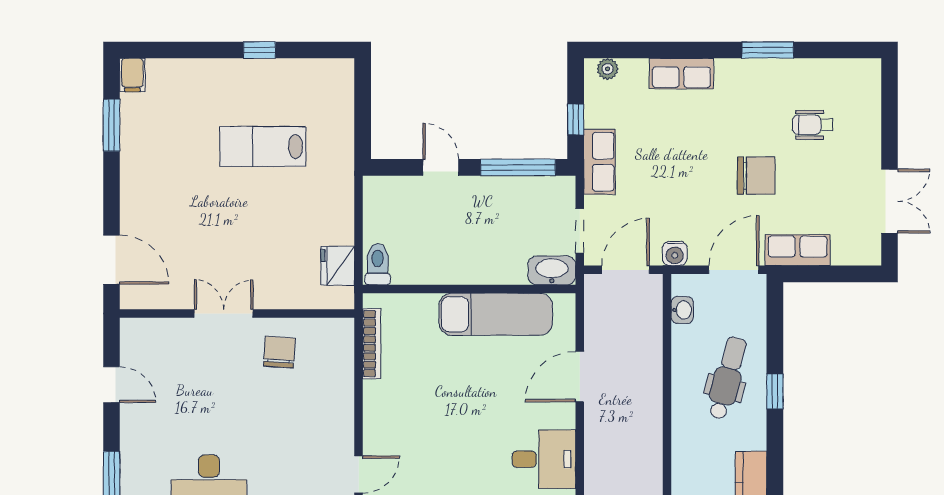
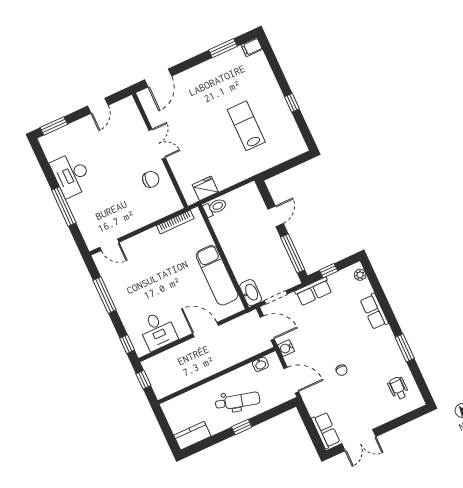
wheelchair: (813, 125) -> (398, 388), moved
chair: (756, 176) -> (342, 370), width x0.54, depth x0.54
row of seats: (798, 250) -> (326, 430), moved

